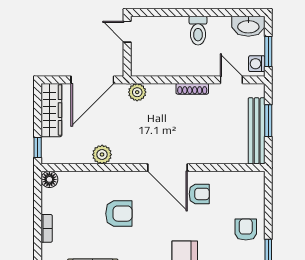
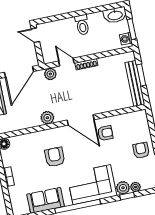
door: (231, 80) -> (66, 62), moved
plant: (102, 155) -> (47, 118), moved
armchair: (119, 214) -> (55, 157), turned -90

